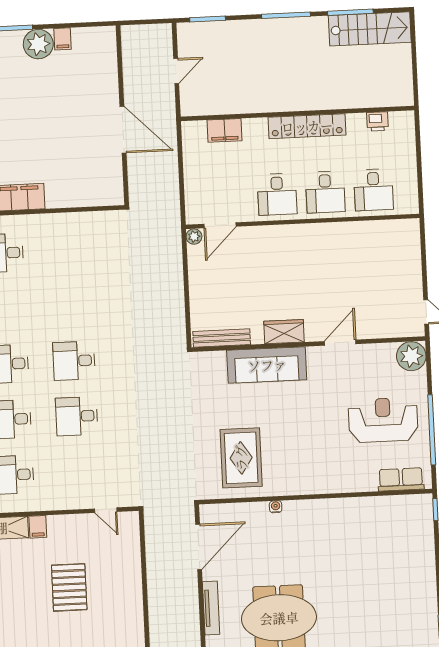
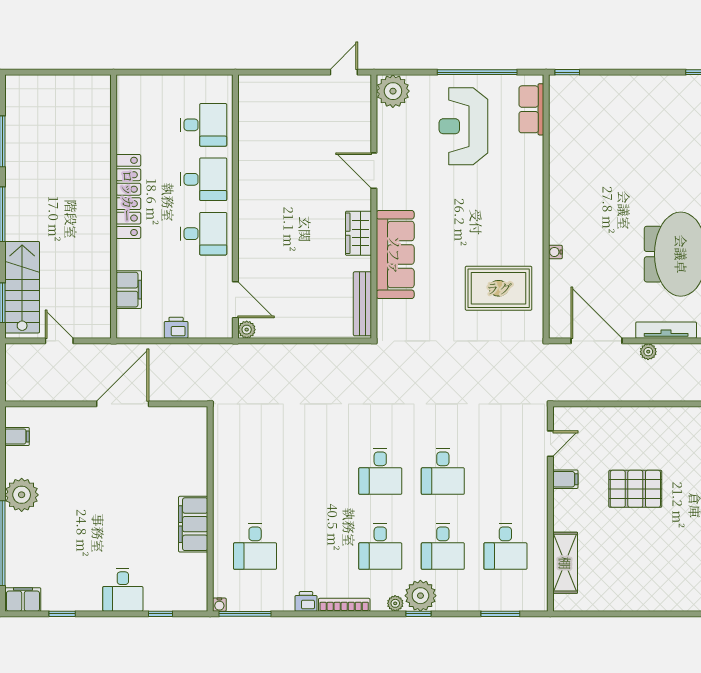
stairs: (370, 29) -> (22, 287), moved
filing cabinet: (63, 39) -> (17, 436), moved
printer: (377, 121) -> (176, 328), moved, turned -90
filing cabinet: (38, 527) -> (565, 479), moved
plant: (191, 593) -> (648, 352), added

